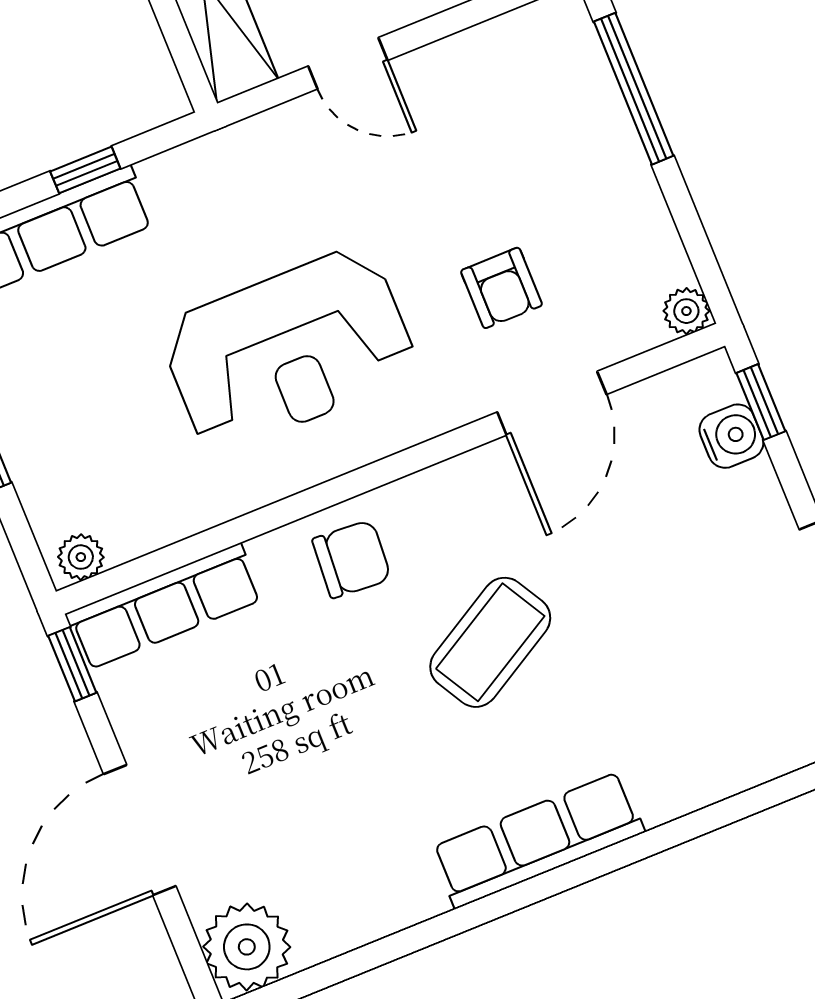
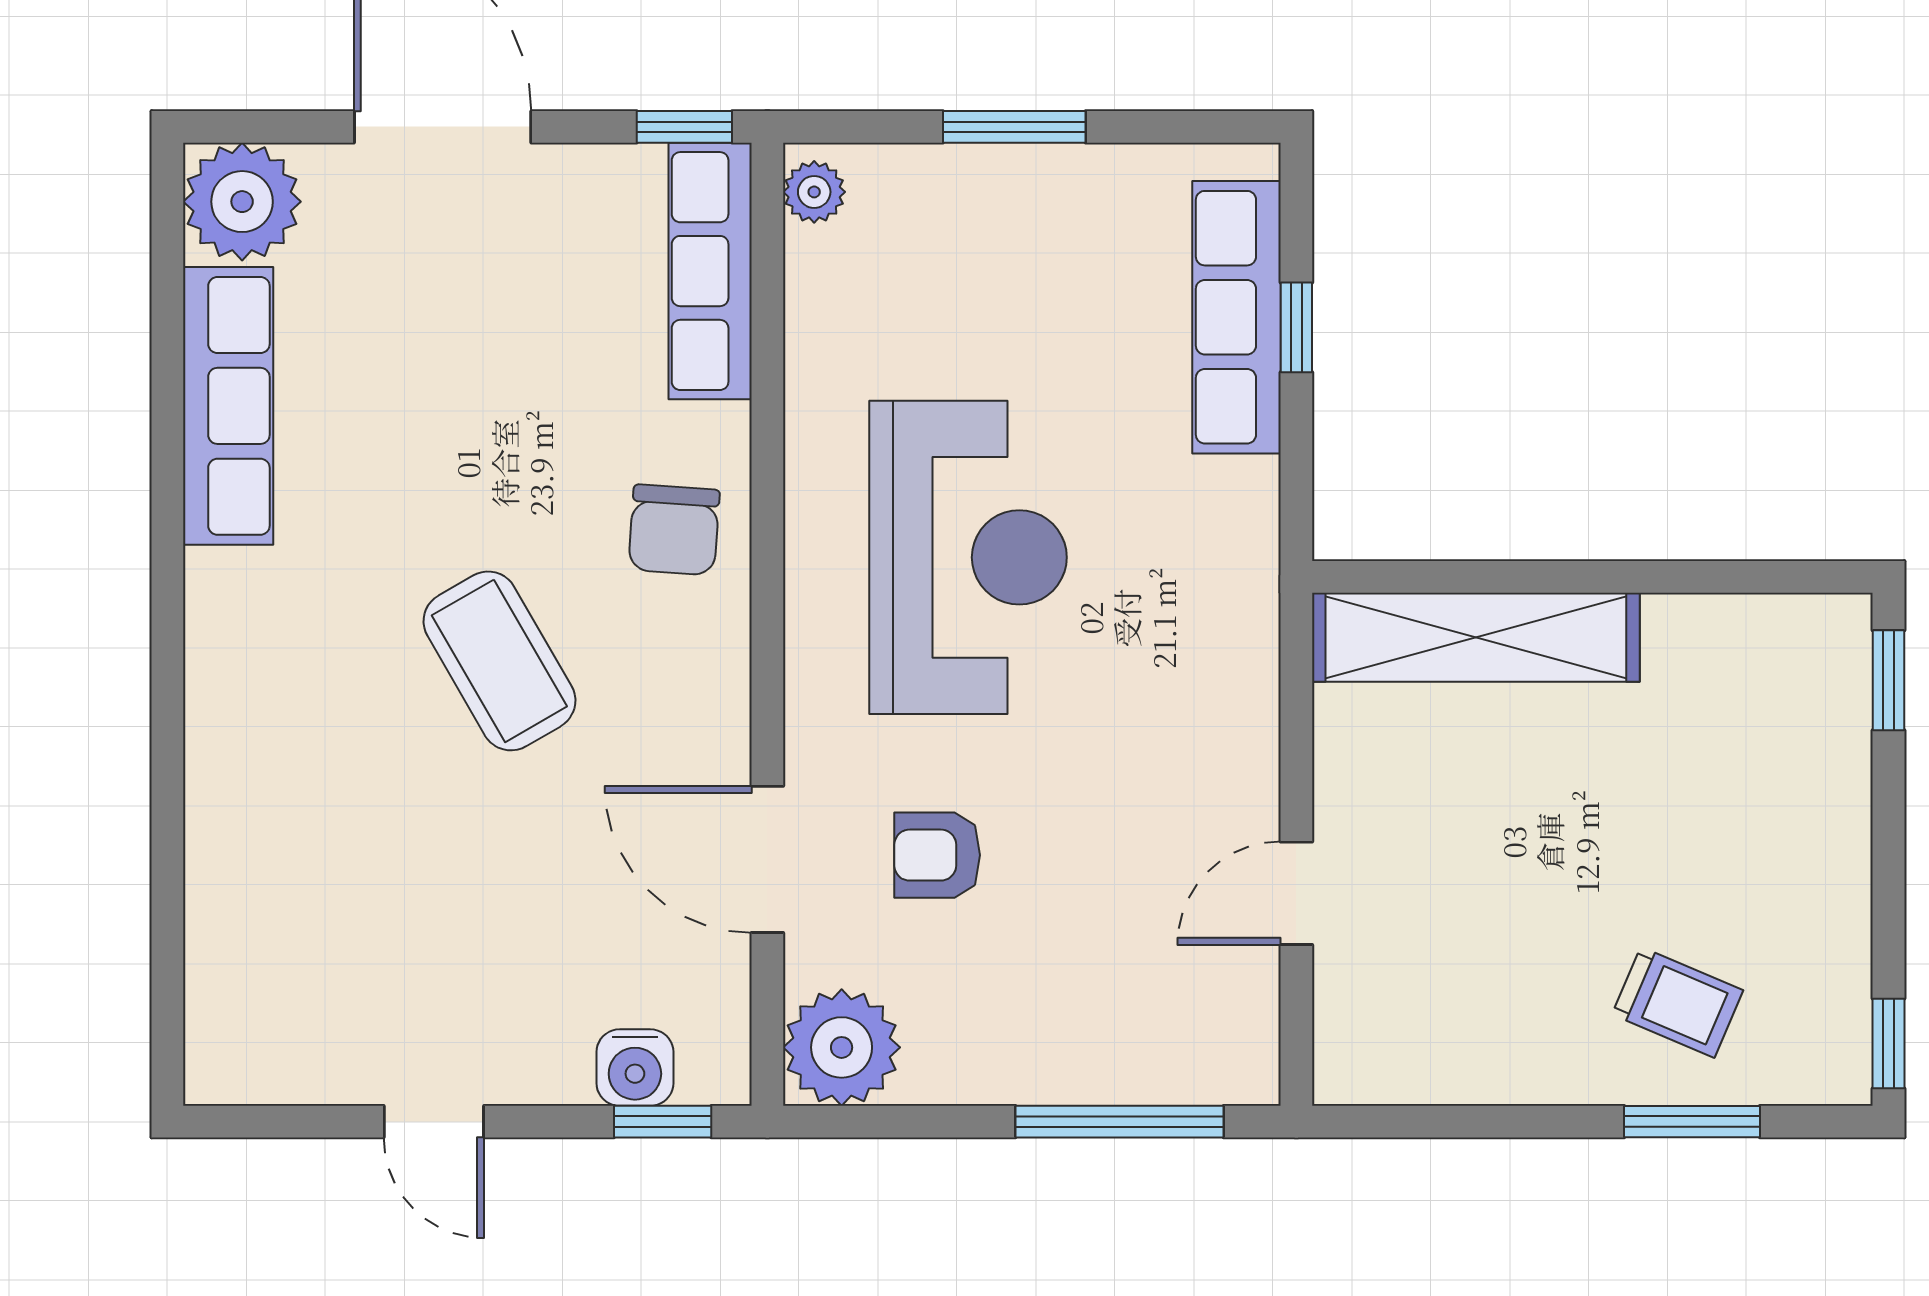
door: (348, 63) -> (1296, 893), moved
window: (85, 170) -> (1296, 327), moved
plant: (686, 311) -> (842, 1047), width x1.87, depth x1.87
reception desk: (289, 350) -> (968, 557), turned 180
row of seats: (538, 840) -> (228, 406), moved

